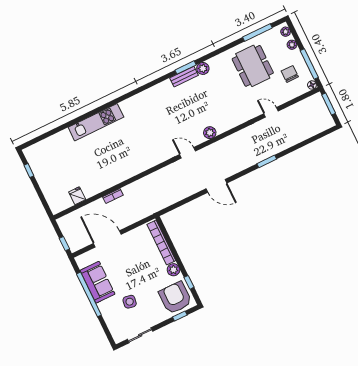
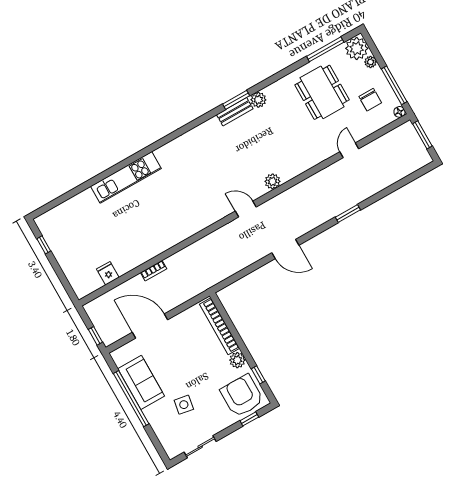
plant: (286, 32) -> (357, 48), width x1.87, depth x1.87
chair: (290, 74) -> (370, 100), turned 180
door: (271, 112) -> (349, 150), hinge flipped

